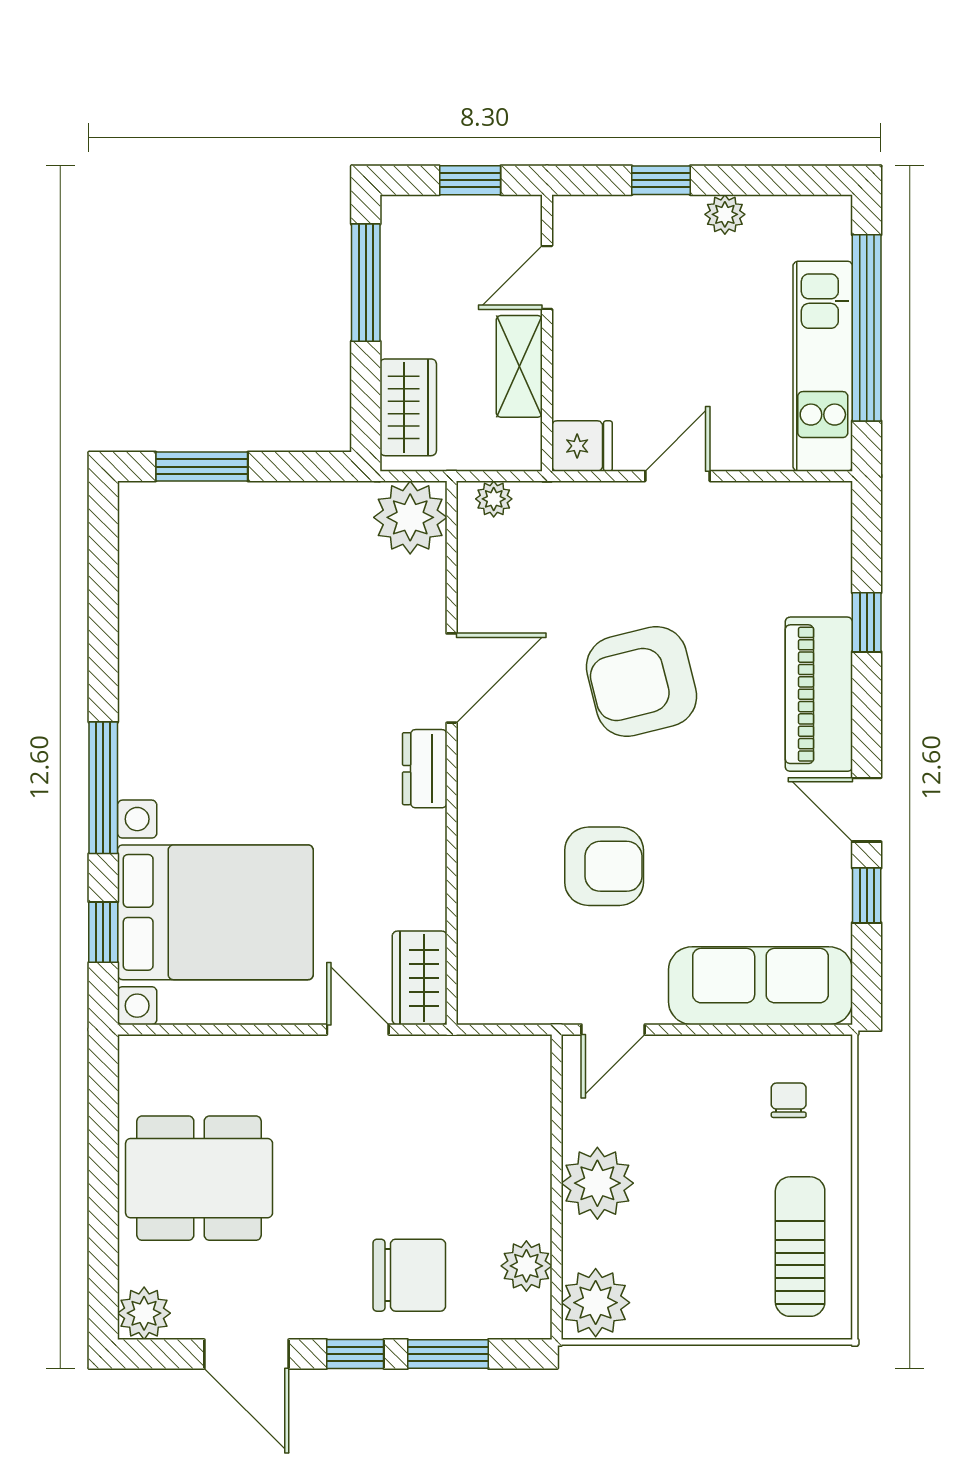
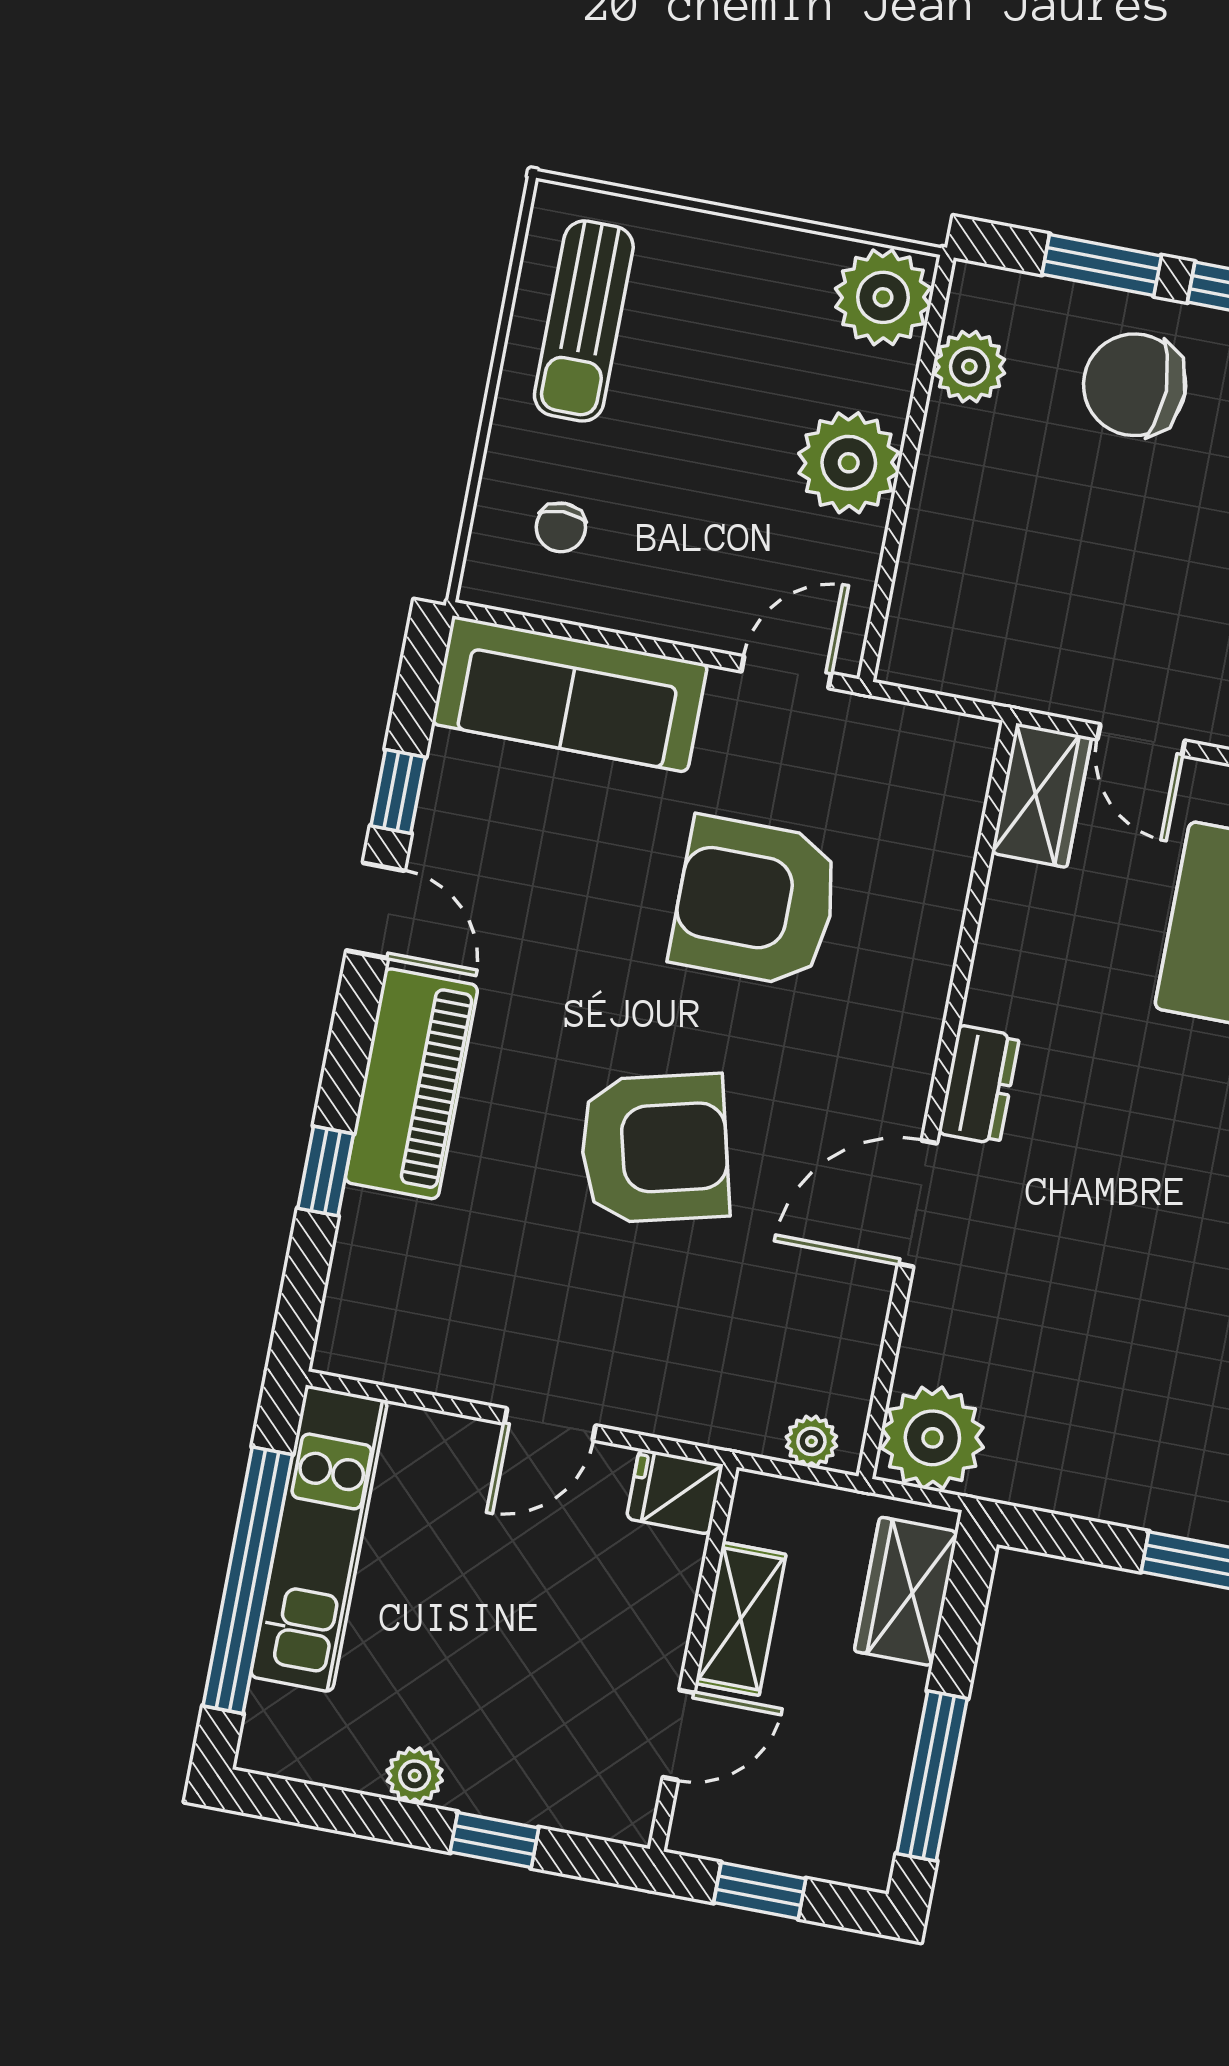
armchair: (604, 866) -> (755, 902), width x1.36, depth x1.36

